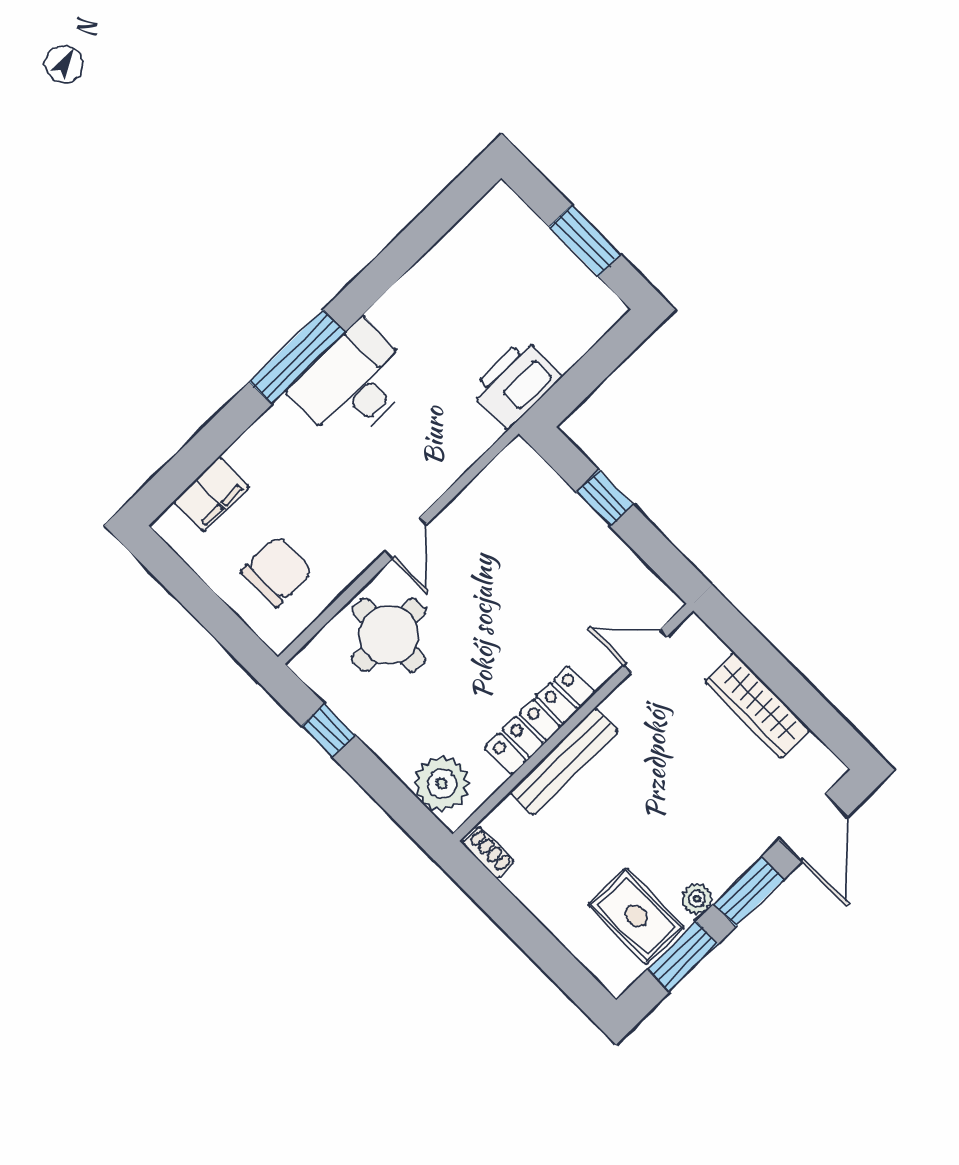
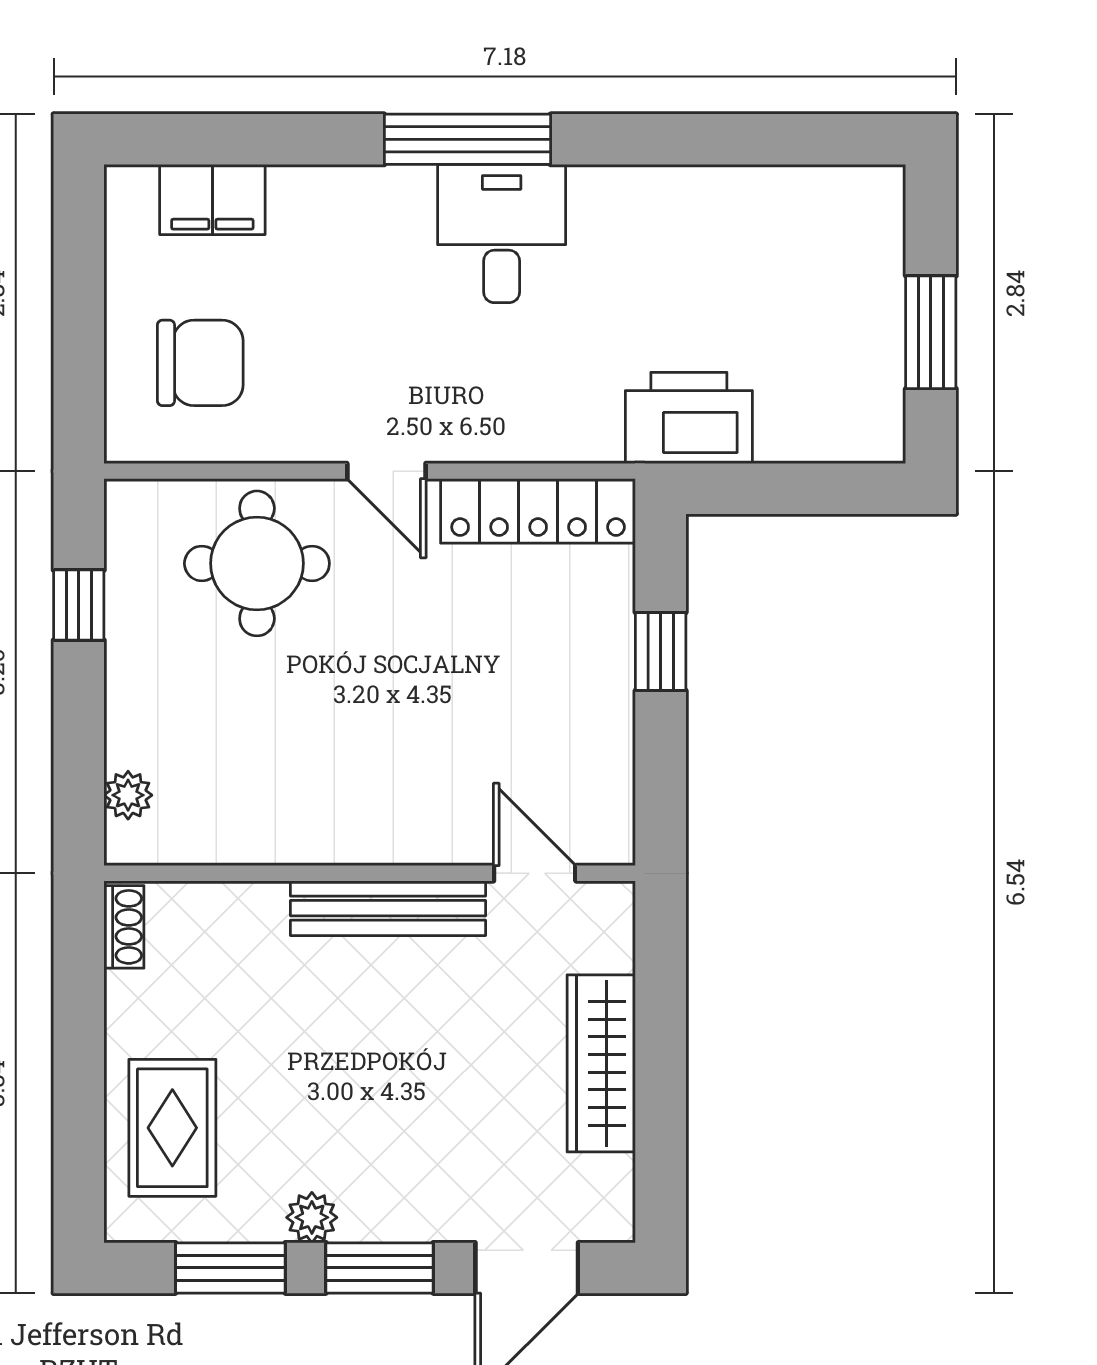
desk: (353, 384) -> (502, 234), width x0.73
door: (406, 538) -> (386, 471), hinge flipped
locker: (540, 720) -> (538, 511), moved, turned 180
bench: (564, 762) -> (388, 908), moved
plant: (442, 784) -> (128, 795), width x0.53, depth x0.53
rug: (636, 916) -> (172, 1128), moved

